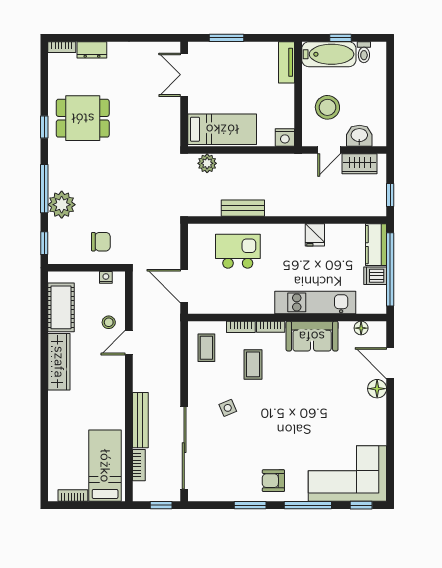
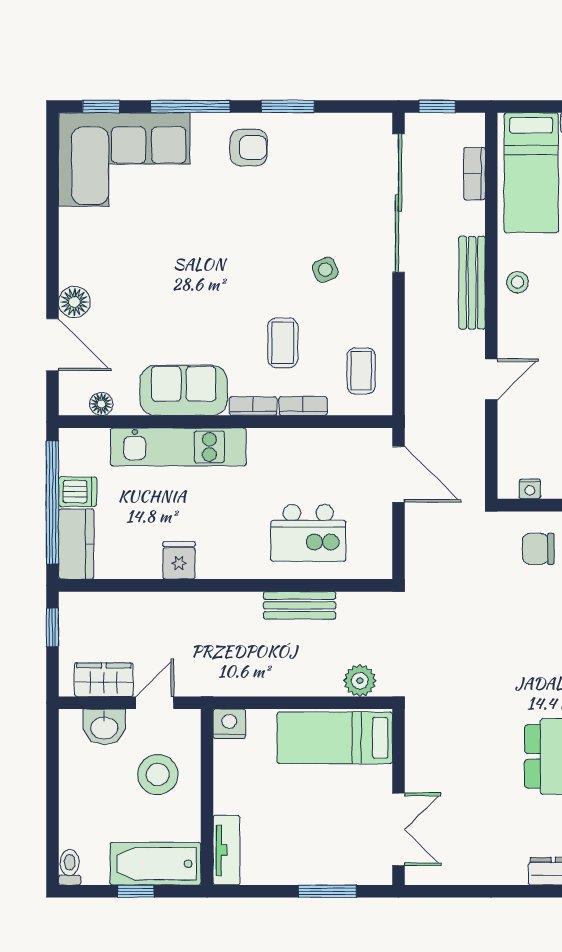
toilet: (364, 52) -> (70, 867), moved
stool: (109, 322) -> (518, 282), moved
bench: (140, 420) -> (472, 283), moved

